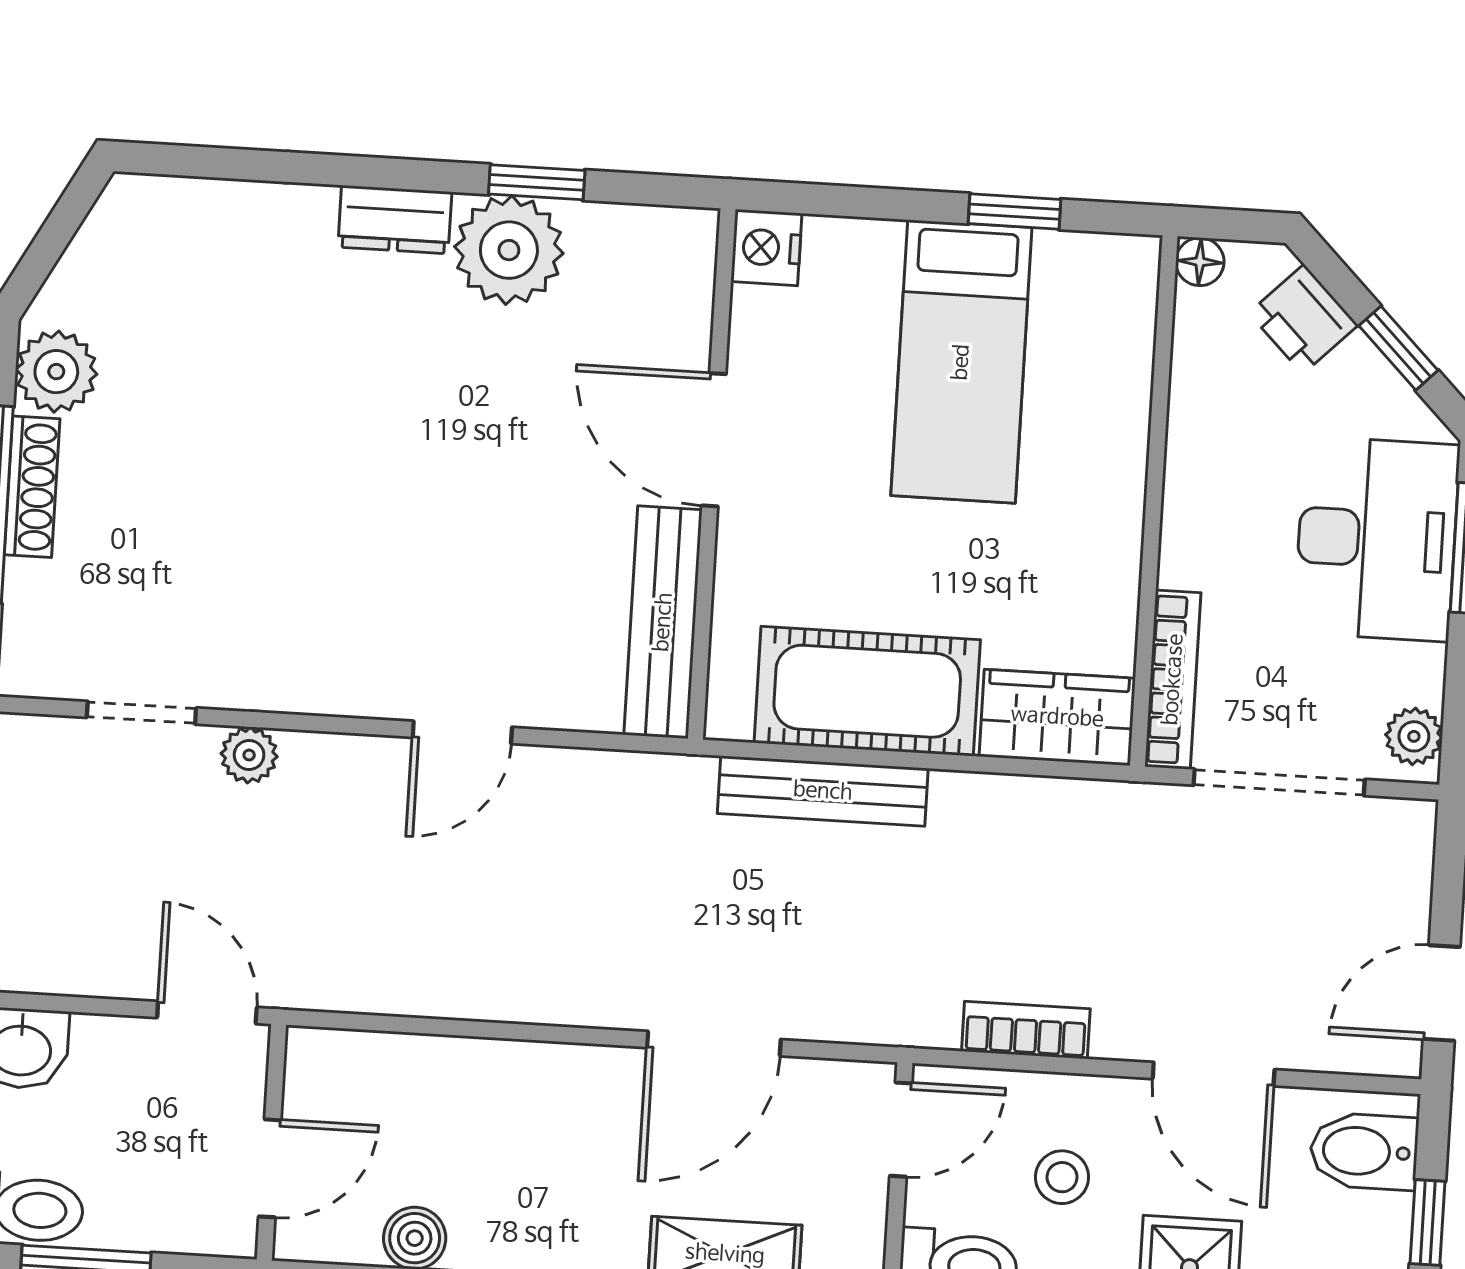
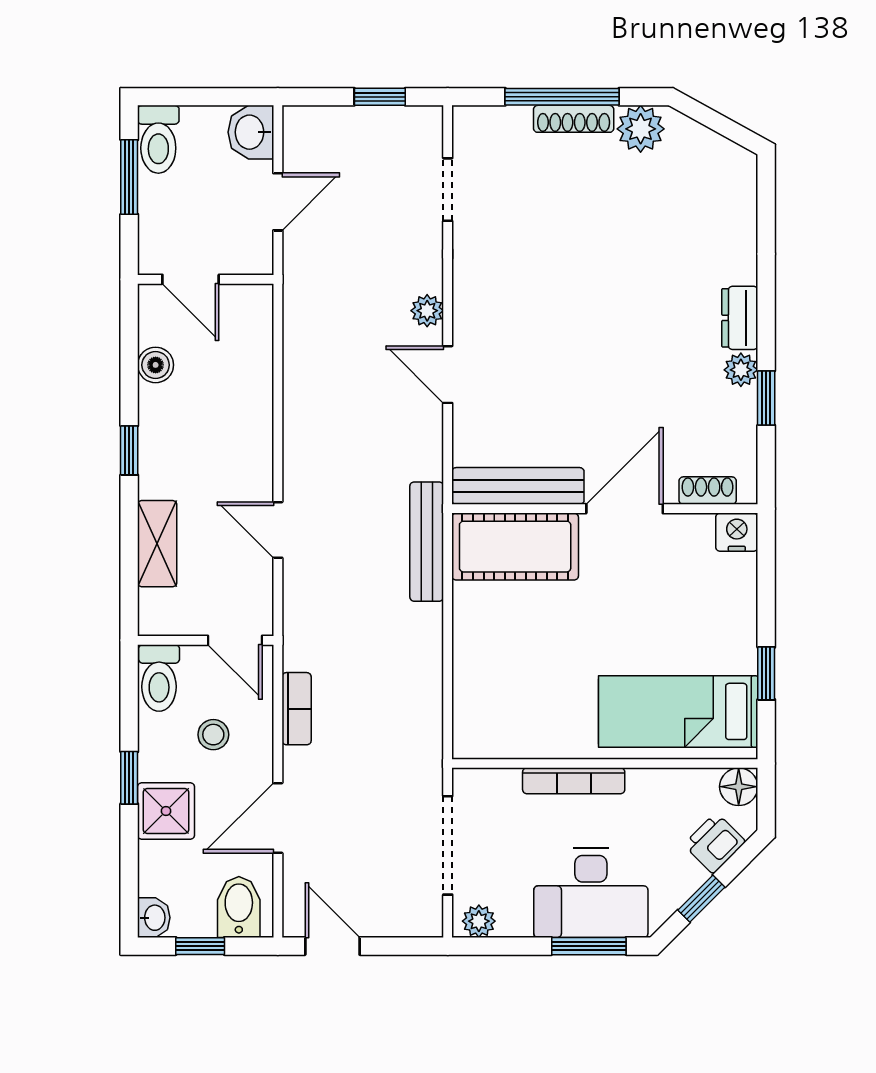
plant: (509, 250) -> (741, 370), width x0.53, depth x0.53
floor lamp: (1200, 262) -> (739, 787), width x1.37, depth x1.37
shoe rack: (691, 294) -> (708, 491), added
bed: (961, 362) -> (678, 711), moved
bookcase: (1173, 680) -> (574, 781), moved
cot: (867, 691) -> (515, 547), moved, turned 90
wardrobe: (1057, 717) -> (477, 716), removed
plant: (249, 755) -> (427, 311), moved
bench: (823, 791) -> (427, 542), moved
door: (207, 1013) -> (278, 202), moved
door: (714, 1044) -> (278, 530), width x0.73

